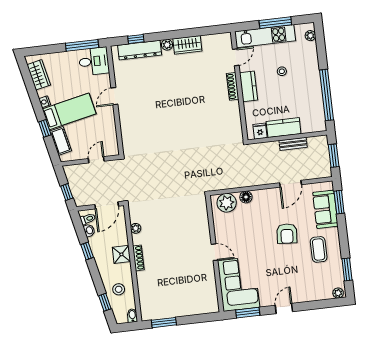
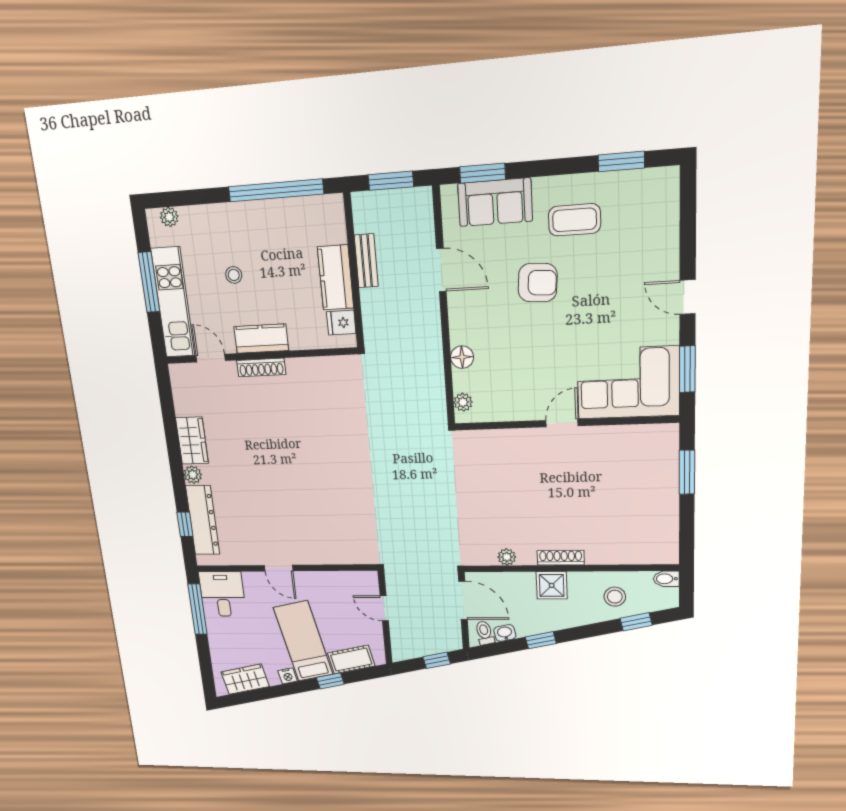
plant: (227, 203) -> (463, 402), width x0.53, depth x0.53
plant: (338, 293) -> (669, 183), removed
window: (164, 323) -> (687, 472), moved

